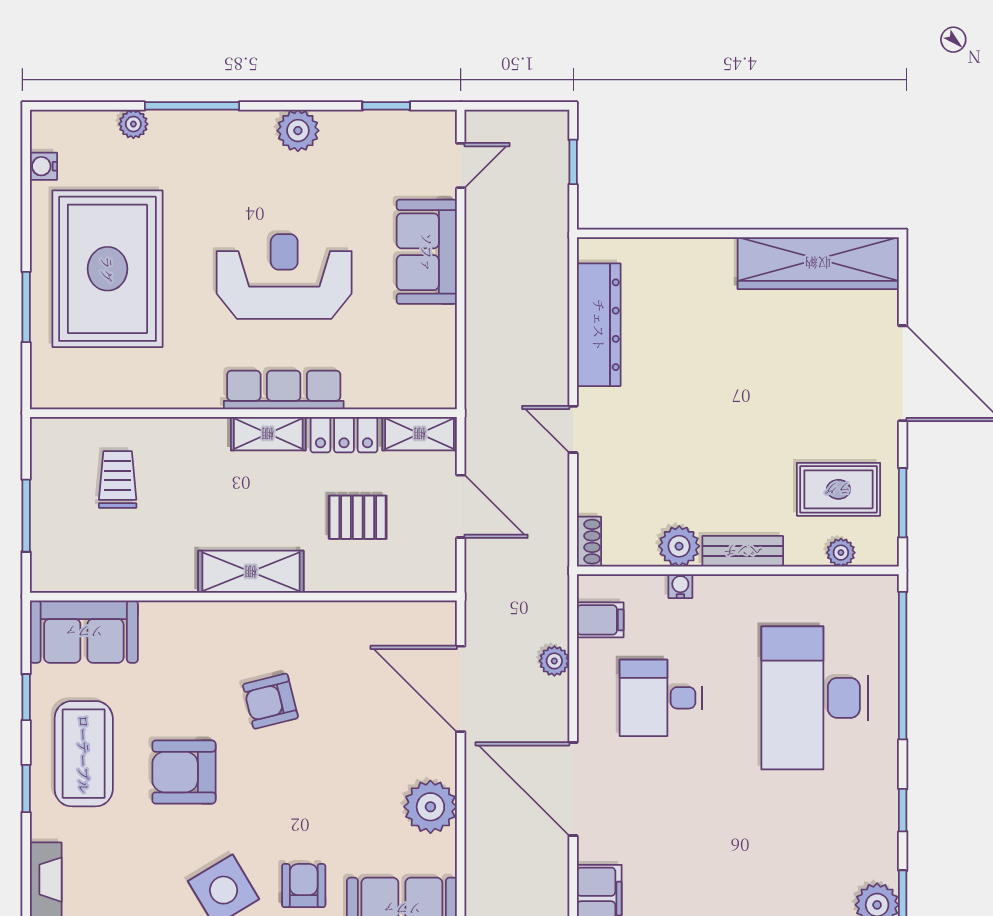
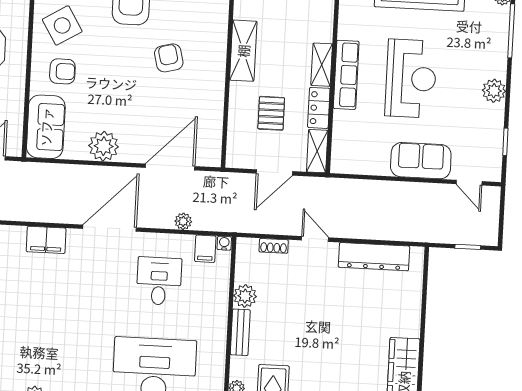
door: (573, 429) -> (315, 239), hinge flipped
shoe rack: (589, 542) -> (274, 246), moved
water cooler: (680, 586) -> (224, 243), moved, turned -90

